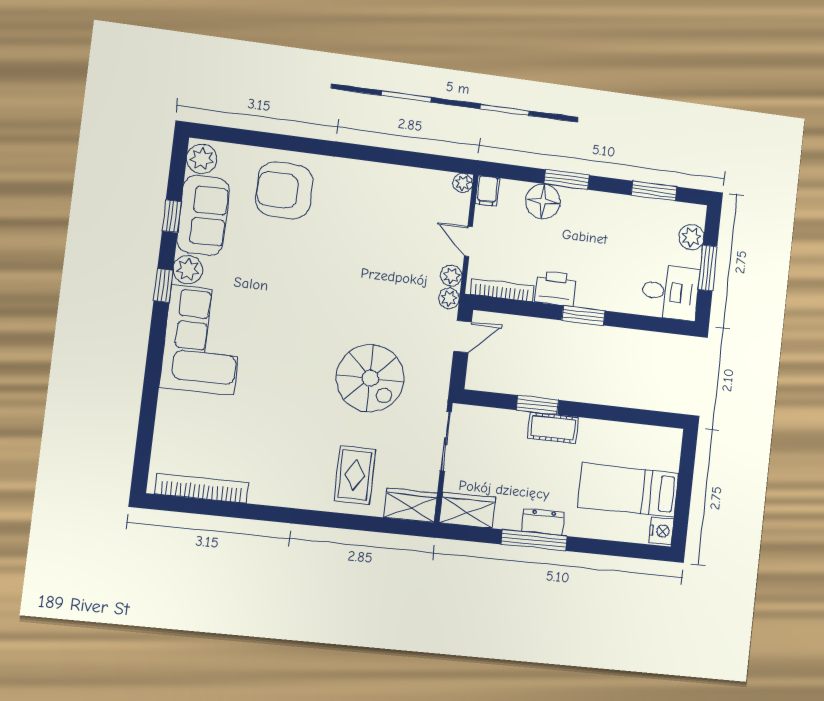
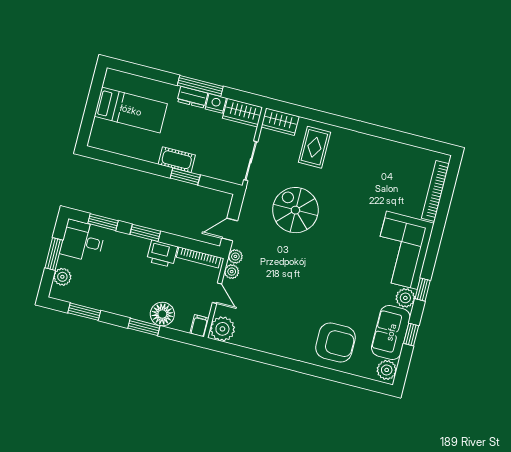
plant: (463, 183) -> (222, 329), width x1.88, depth x1.88
window: (645, 323) -> (103, 222), added
bookcase: (202, 488) -> (435, 191), moved, turned 90
nightstand: (661, 531) -> (216, 103), moved, turned 90

